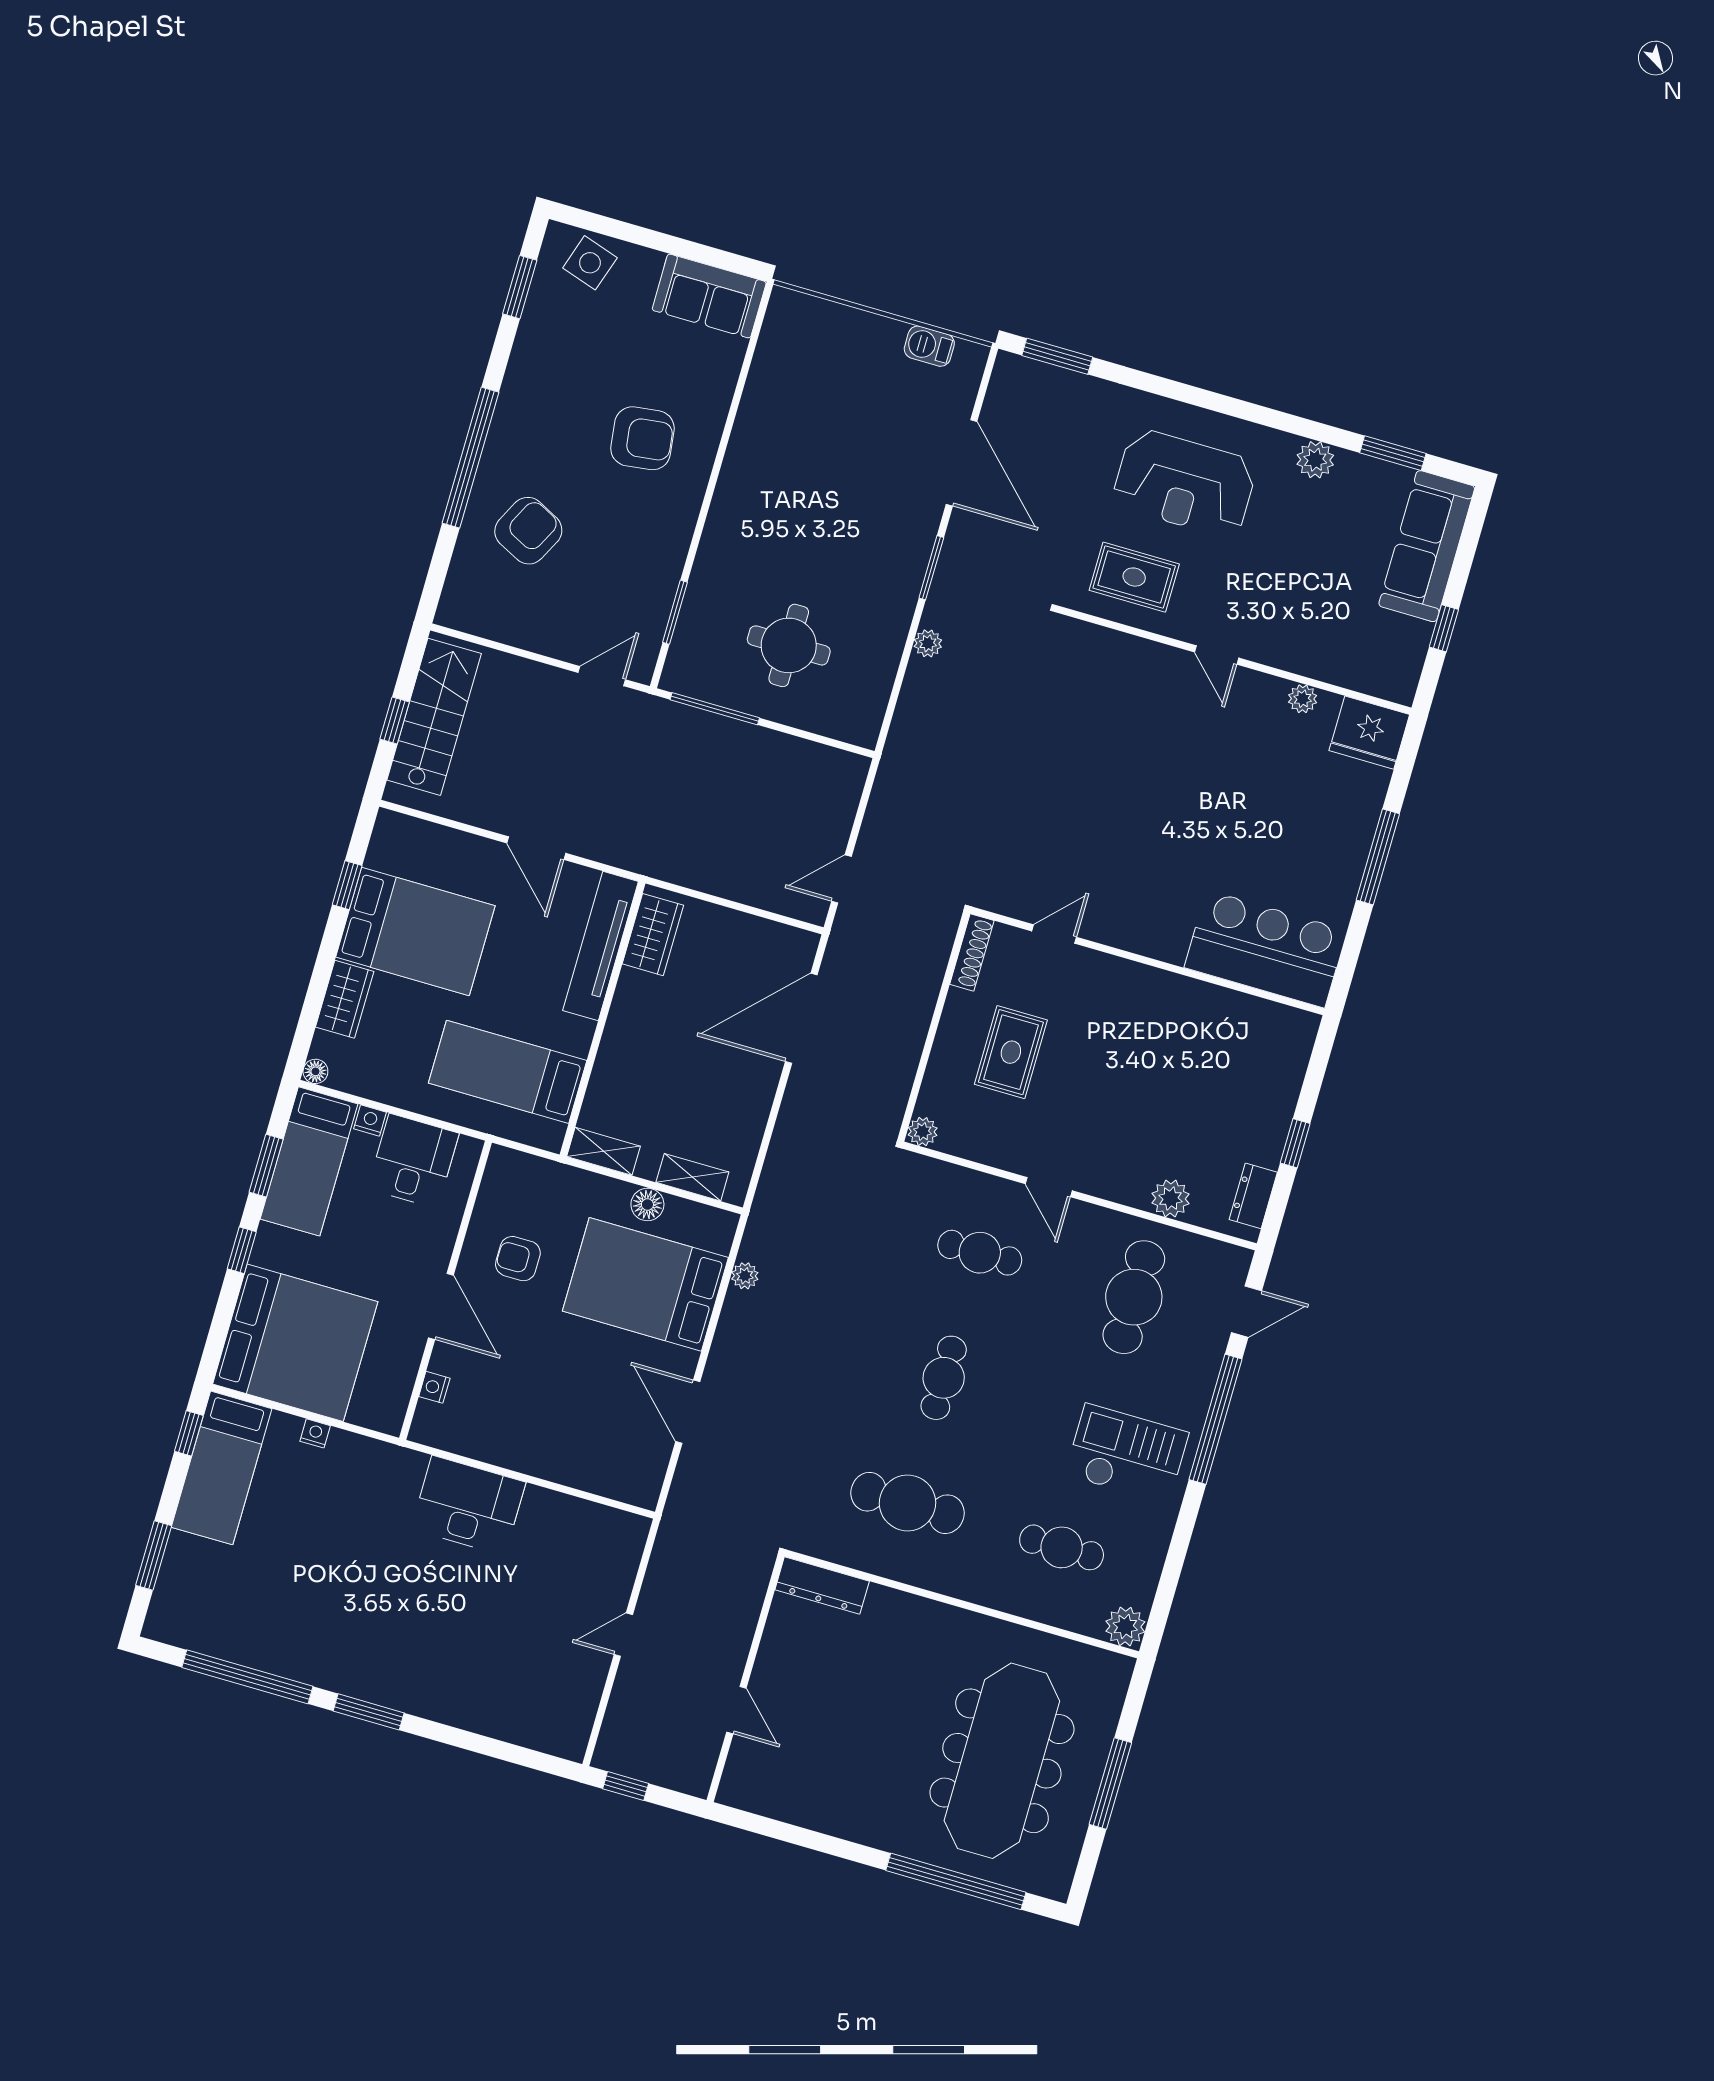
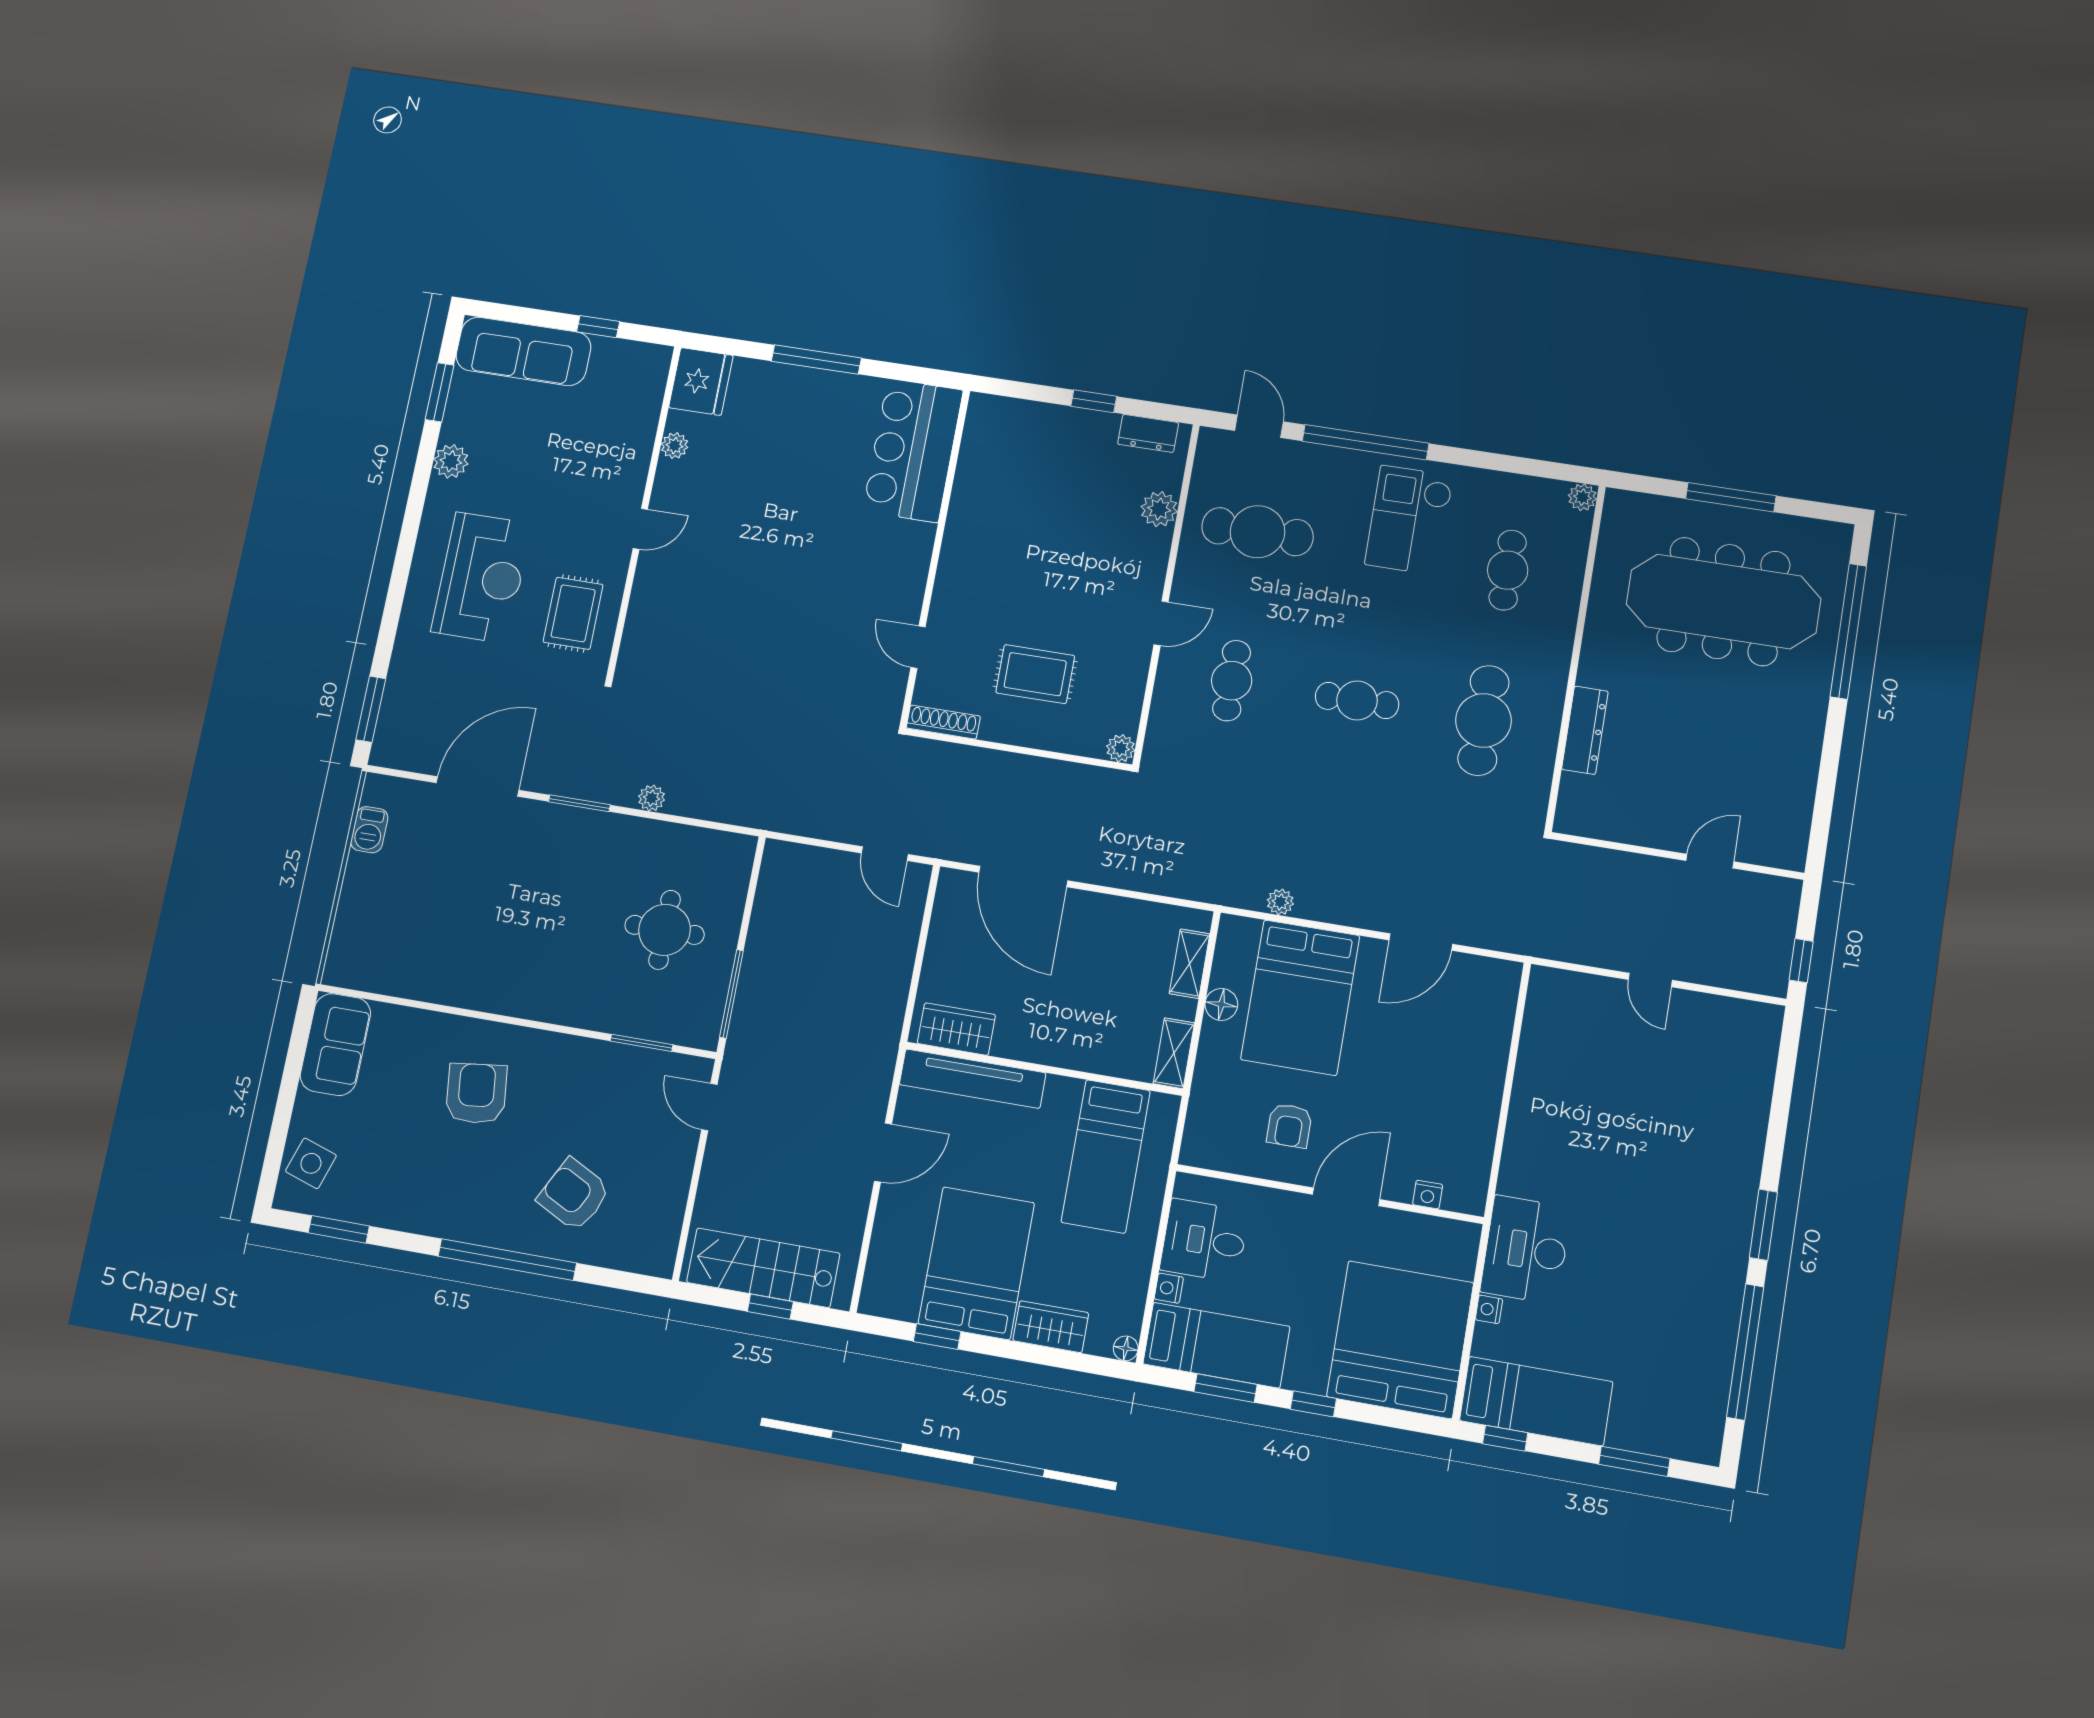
desk: (468, 1505) -> (1526, 1250), moved
dresser: (822, 1585) -> (1585, 730), moved
plant: (1125, 1627) -> (1582, 497), width x0.73, depth x0.73

